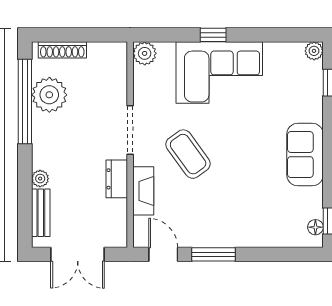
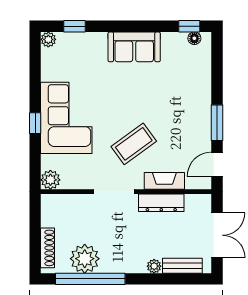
dresser: (117, 179) -> (161, 203), width x1.44

